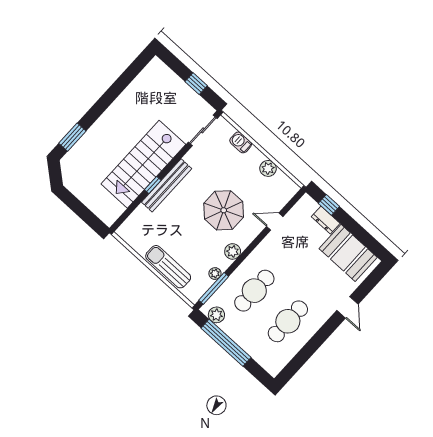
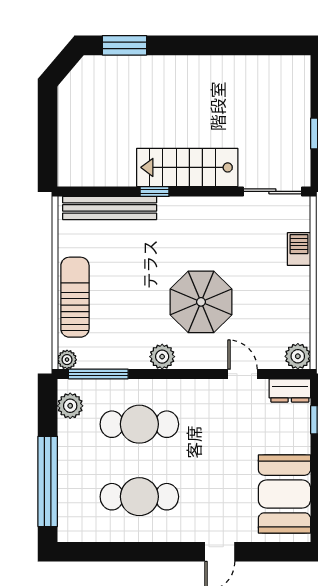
stairs: (143, 164) -> (187, 167), width x0.73, depth x0.66
plant: (268, 168) -> (298, 356), moved
bench: (167, 185) -> (110, 208), moved
dresser: (326, 220) -> (290, 390), moved, turned -90
plant: (215, 274) -> (67, 360), moved
window: (226, 343) -> (48, 481), moved

